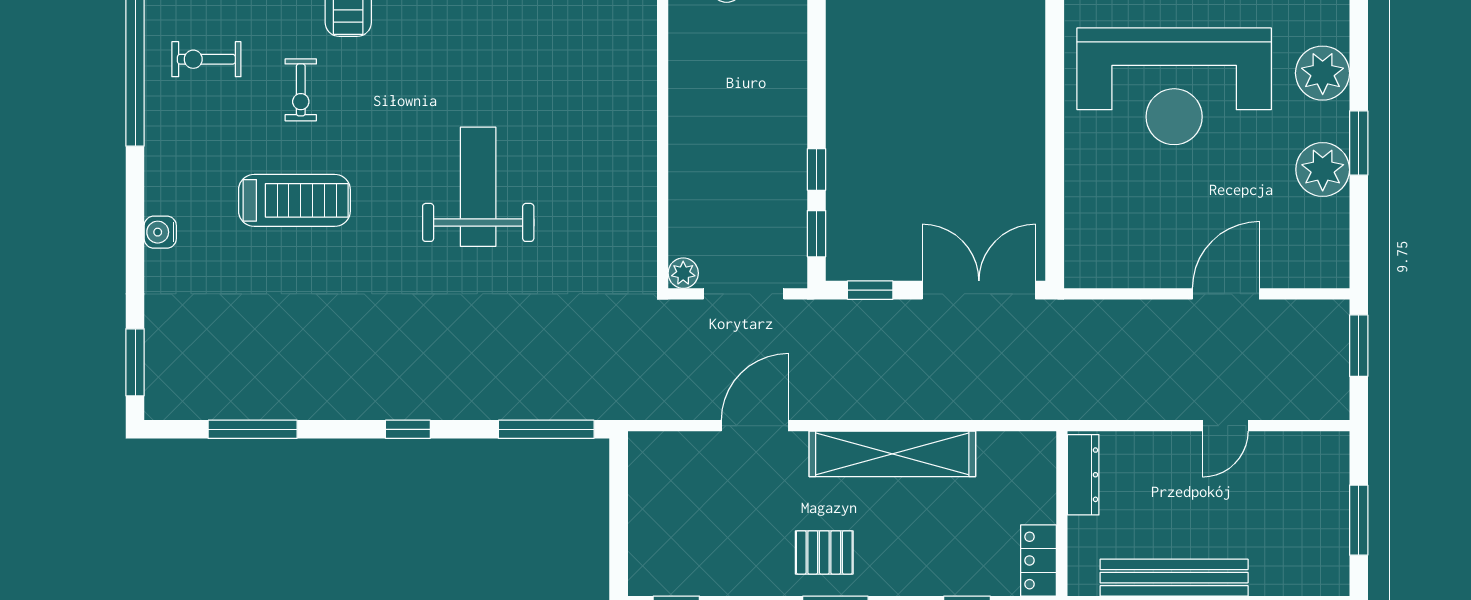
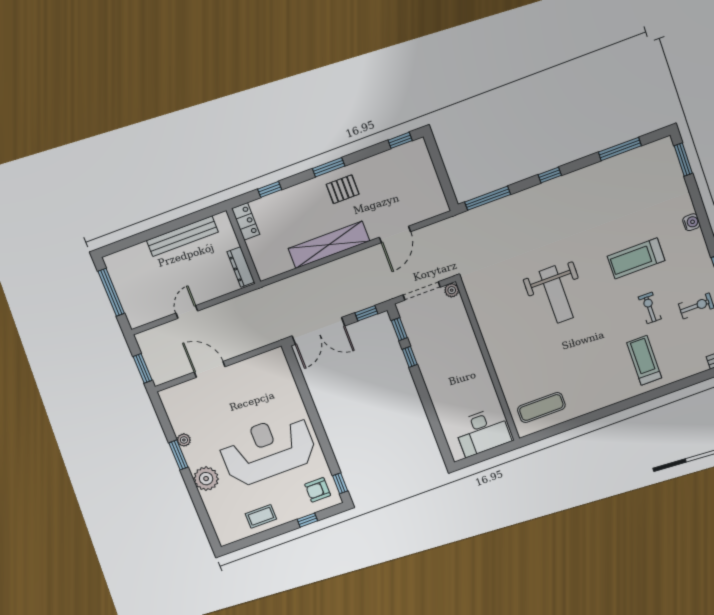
plant: (1323, 170) -> (184, 440), width x0.53, depth x0.53
door: (1226, 294) -> (210, 369), swing flipped
window: (1359, 520) -> (111, 292), width x1.44

